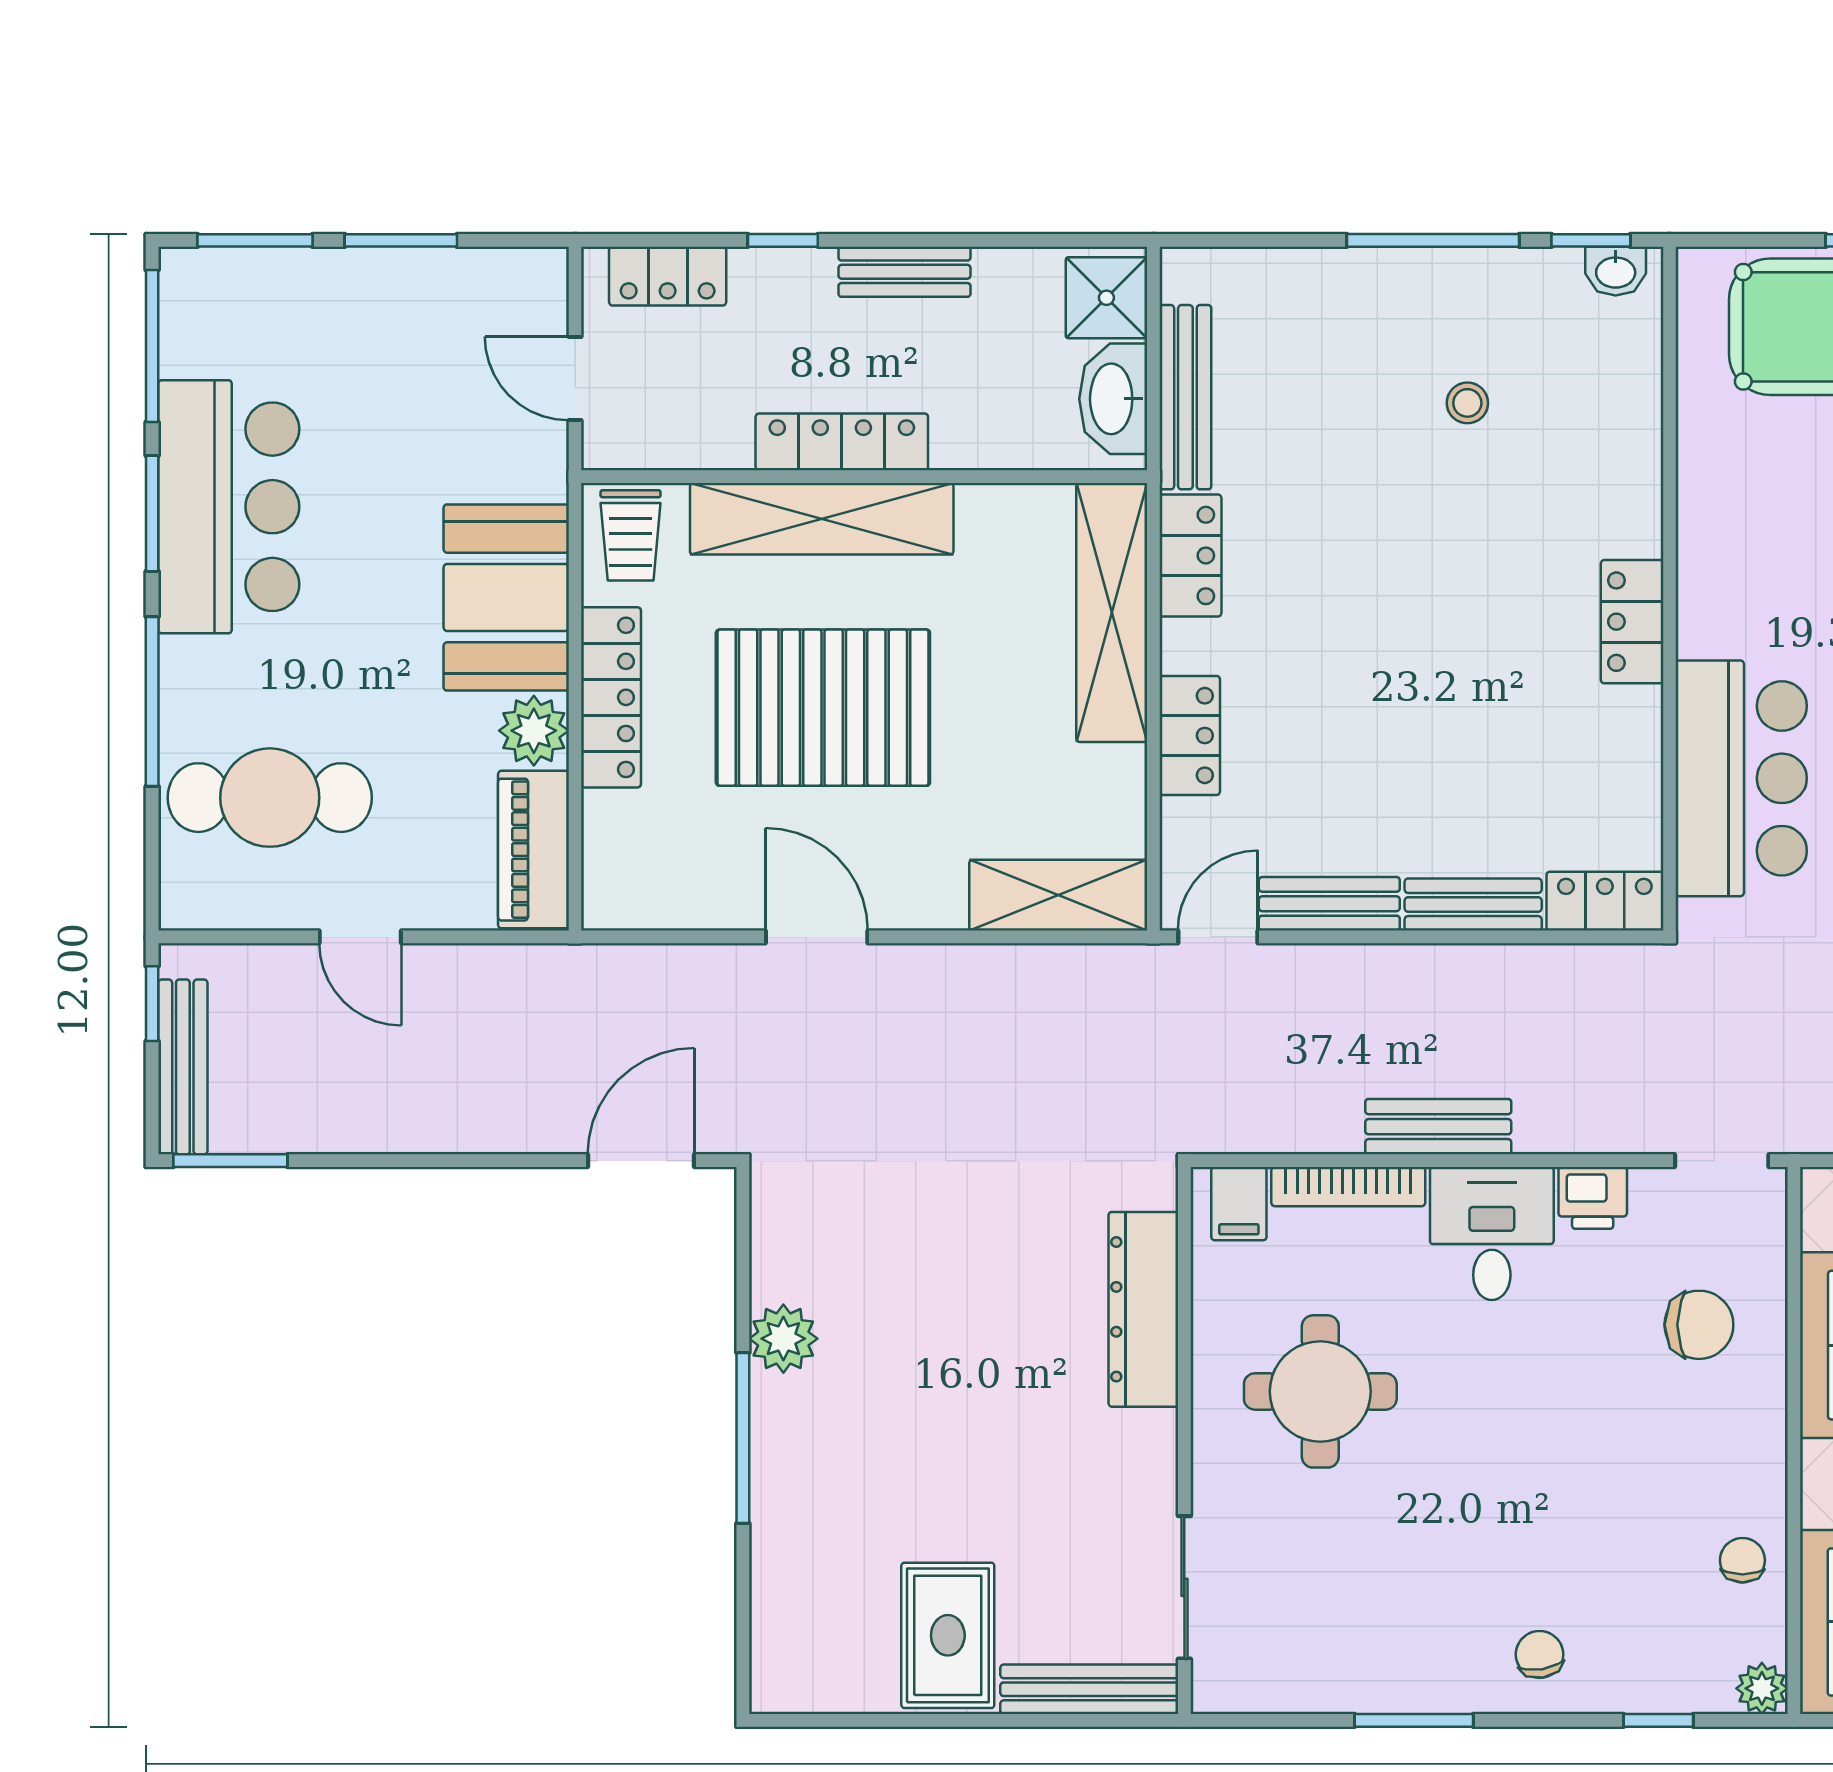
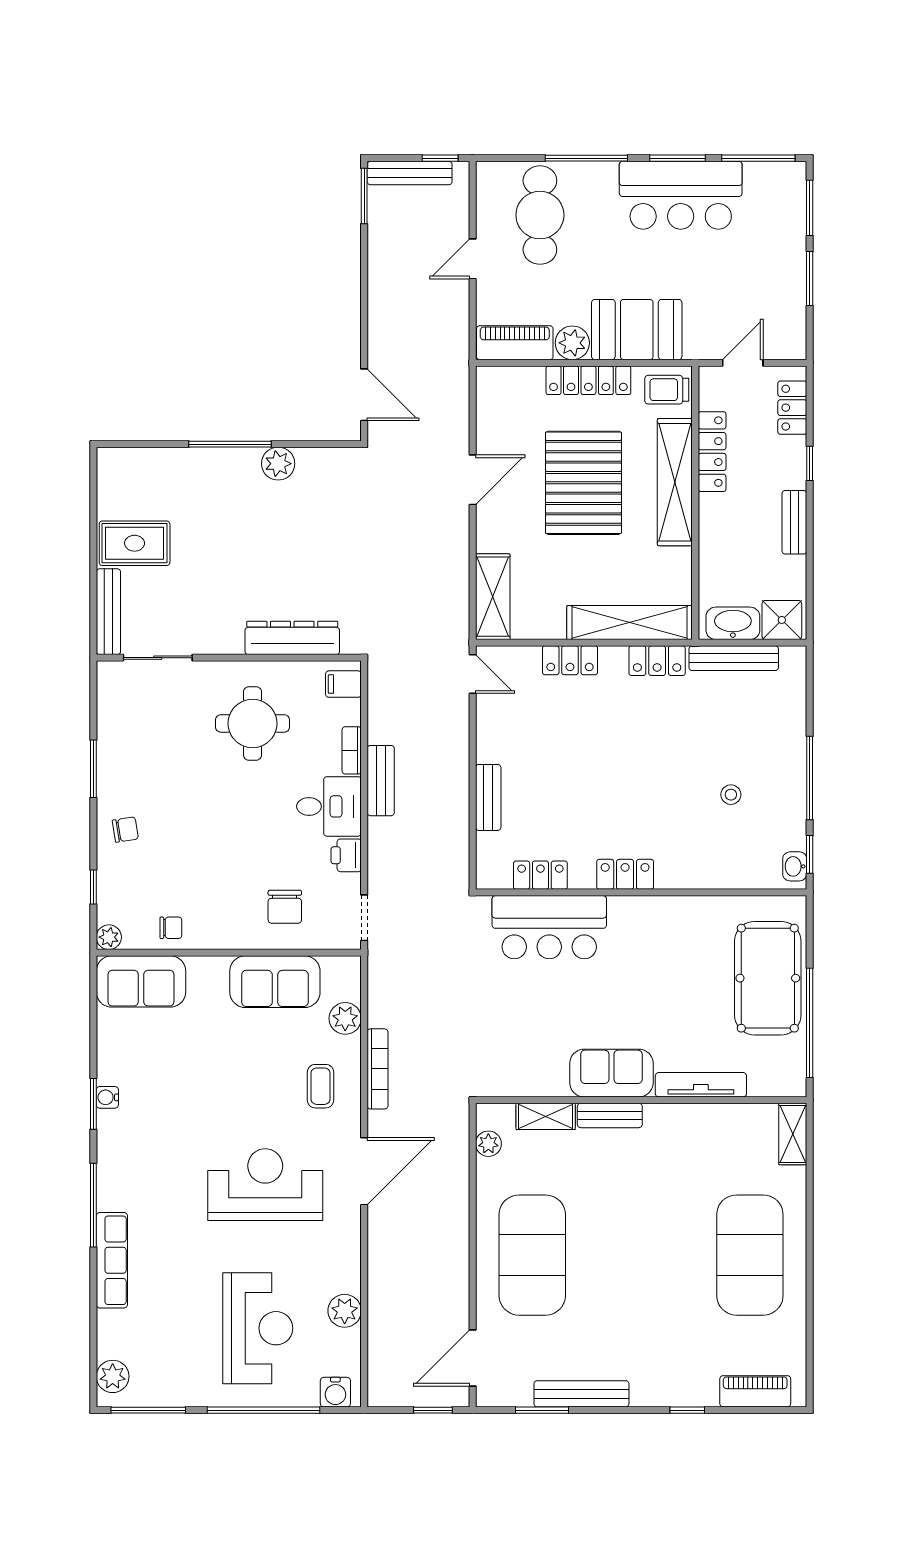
locker: (842, 442) -> (712, 452), moved
locker: (1605, 901) -> (540, 875), moved, turned -90
bench: (1329, 904) -> (489, 728), removed
bookcase: (1348, 1187) -> (352, 750), width x0.64

